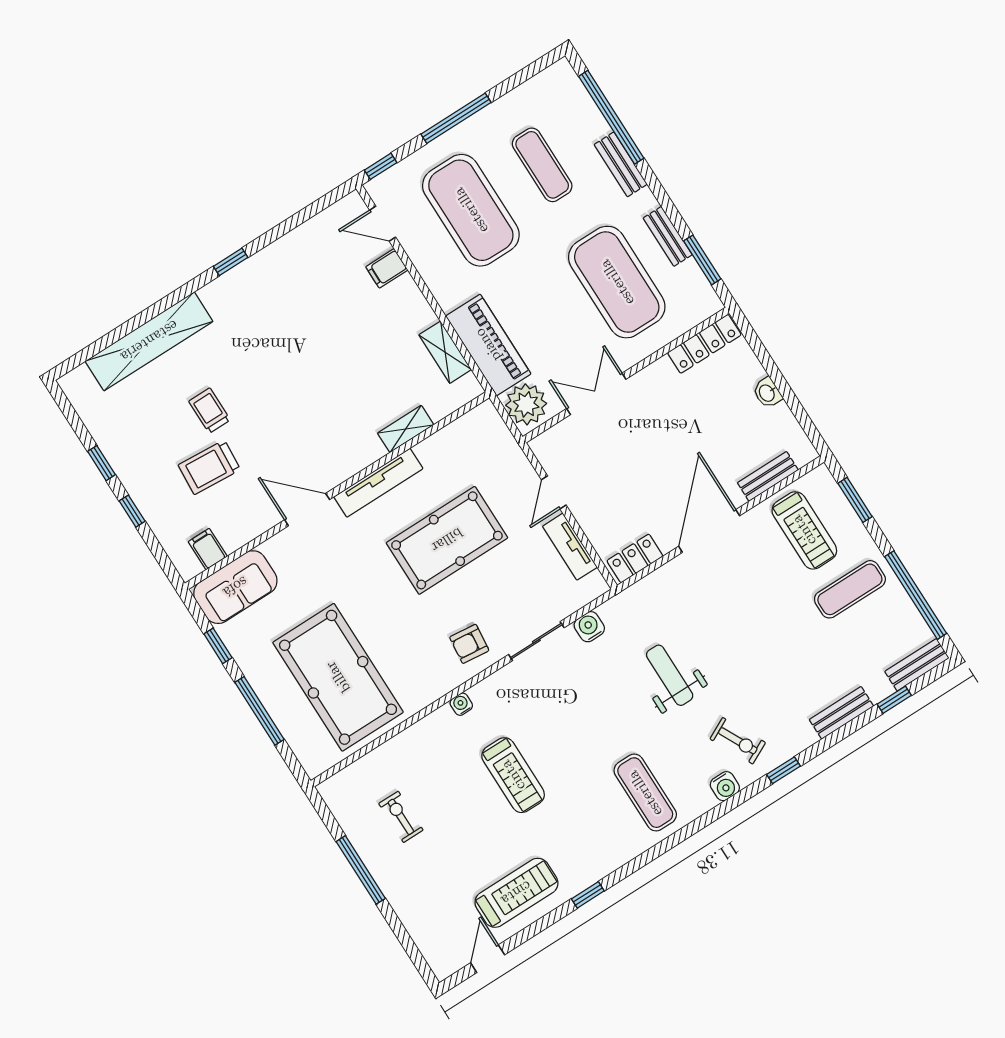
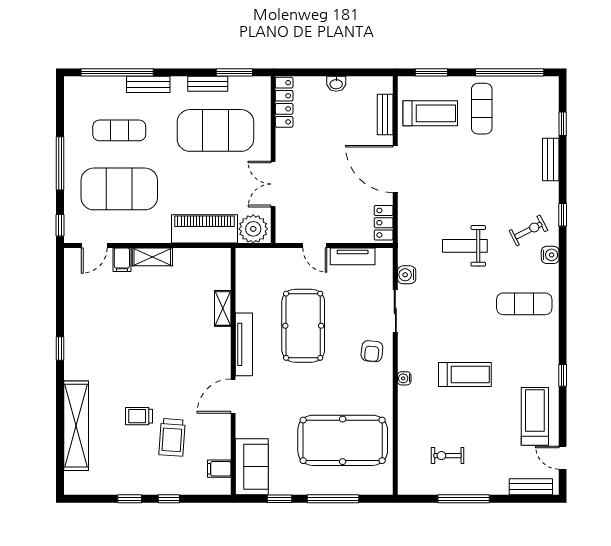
shelving: (445, 352) -> (152, 257), moved
bench: (917, 665) -> (531, 487), moved, turned 90

